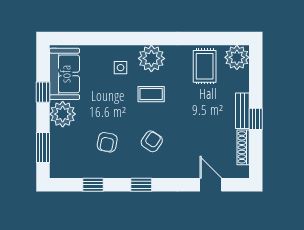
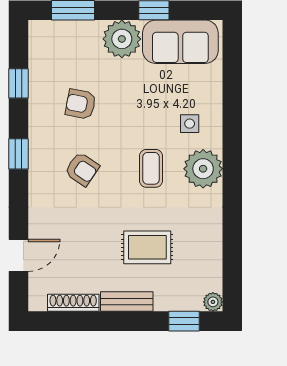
plant: (237, 57) -> (213, 302), width x0.53, depth x0.53
rug: (205, 66) -> (147, 247), moved
window: (256, 119) -> (184, 321), moved

